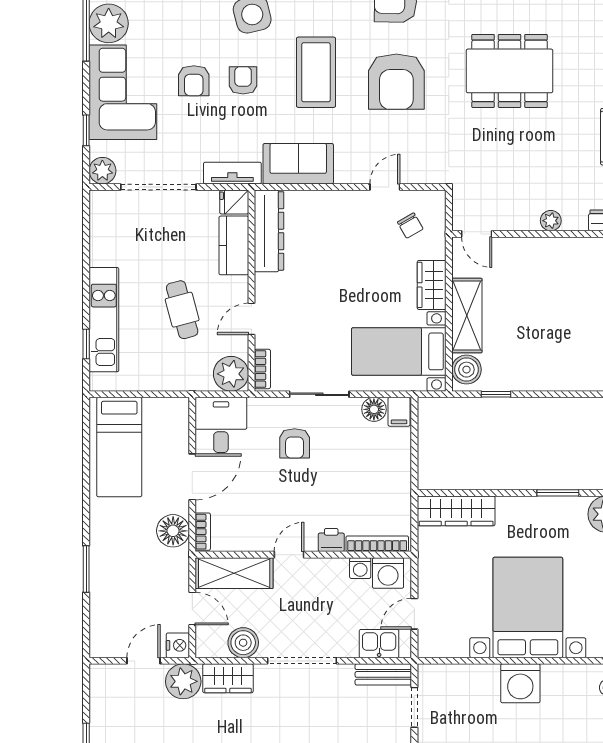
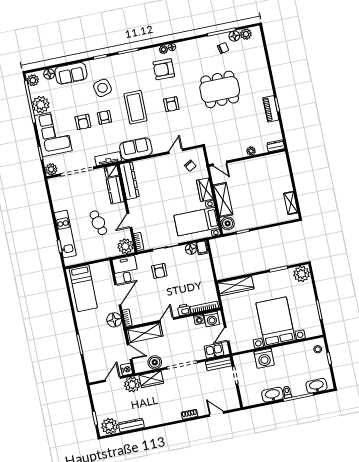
armchair: (396, 82) -> (171, 104), width x0.53, depth x0.53
washing machine: (520, 683) -> (264, 358), moved

